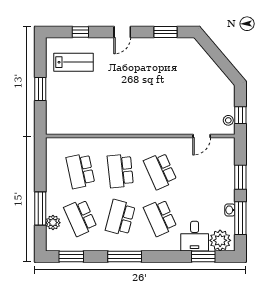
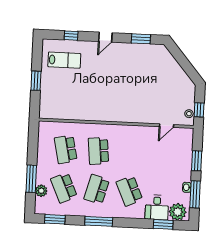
school desk: (160, 171) -> (131, 153), removed

